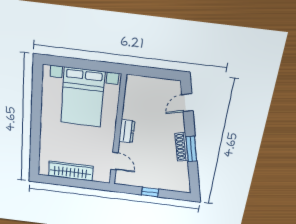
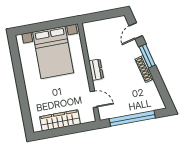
window: (191, 149) -> (147, 56), moved
window: (150, 192) -> (132, 118), width x3.17

